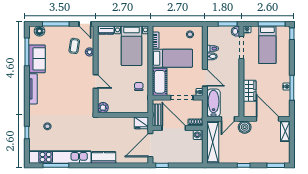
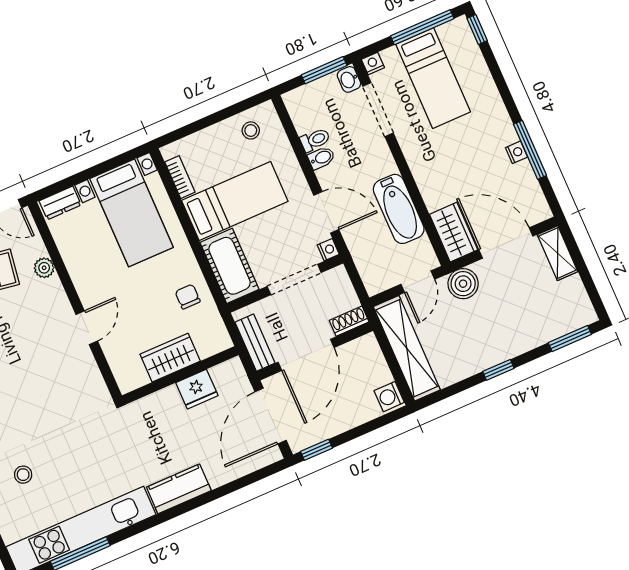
door: (96, 82) -> (87, 328), hinge flipped
wardrobe: (250, 91) -> (454, 232), moved
bathtub: (214, 103) -> (399, 209), moved, turned 180
wardrobe: (122, 107) -> (170, 358), added
plant: (103, 108) -> (129, 379), removed
fridge: (141, 123) -> (197, 389), moved
door: (174, 128) -> (306, 355), swing flipped
washing machine: (198, 135) -> (389, 397), moved

